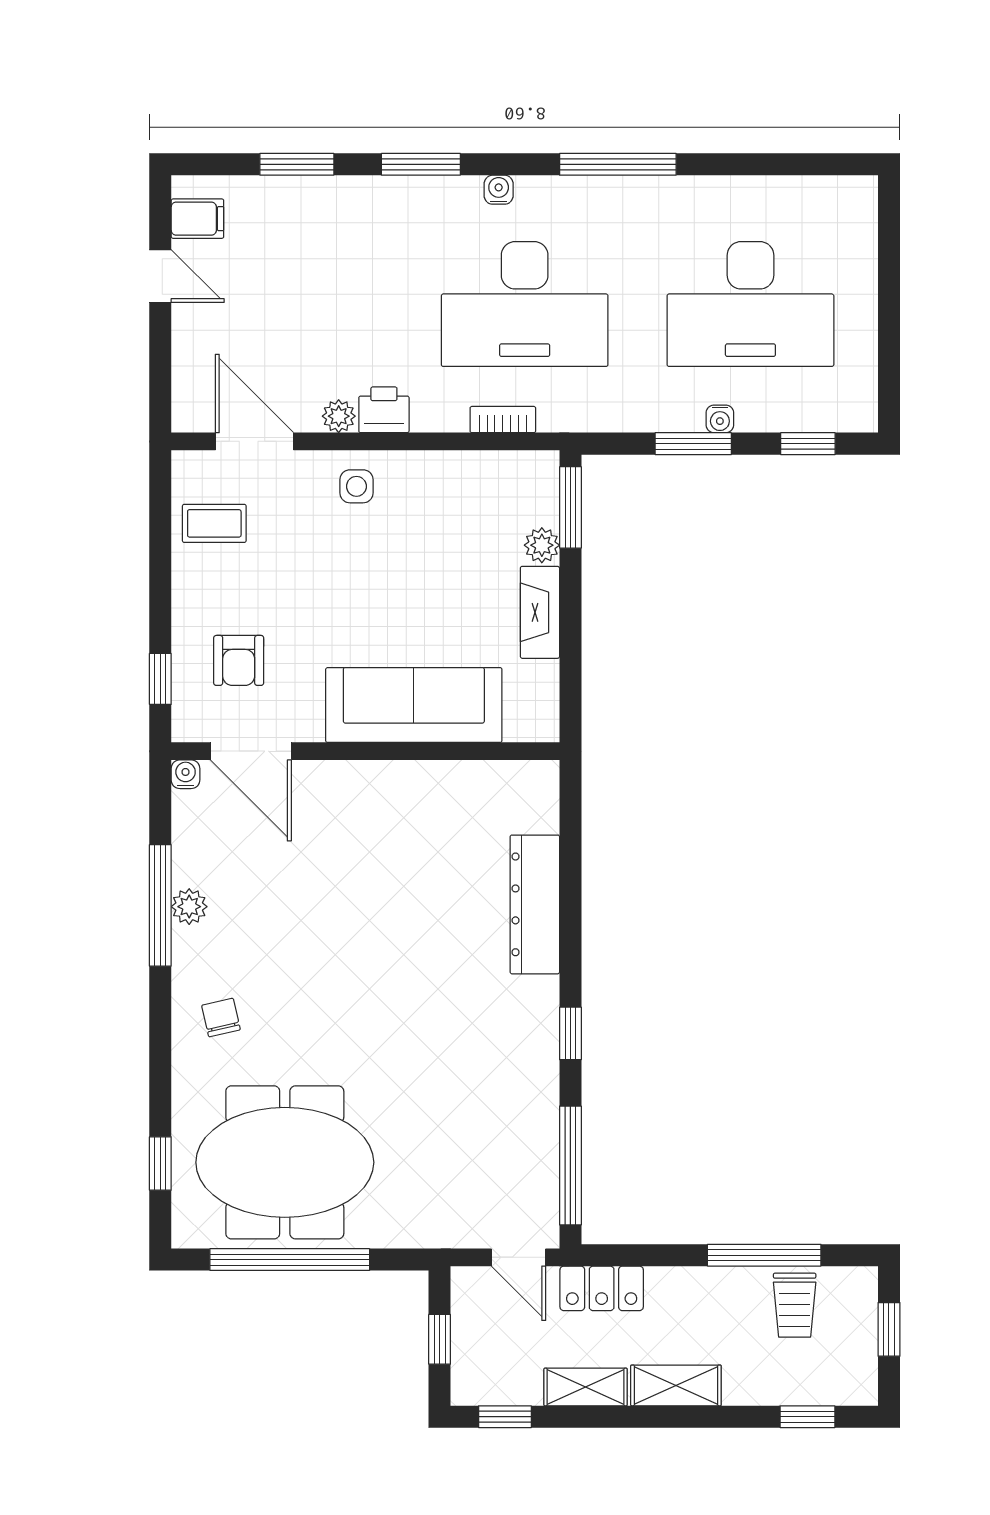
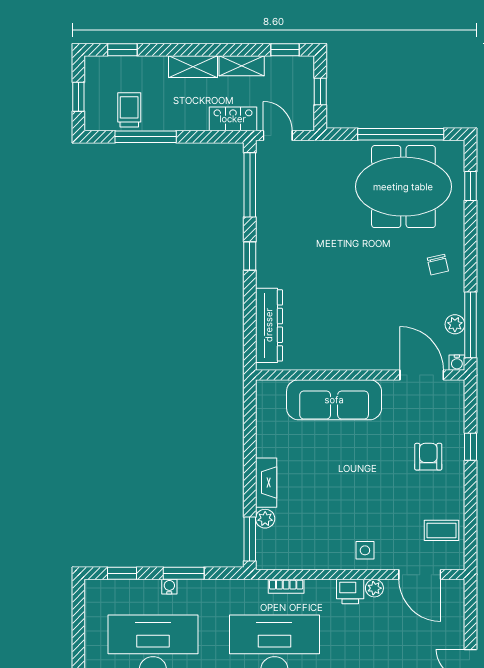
sofa: (414, 705) -> (334, 400), moved
door: (251, 751) -> (422, 375), moved
wall: (365, 751) -> (360, 375), moved
water cooler: (186, 774) -> (457, 363), moved

